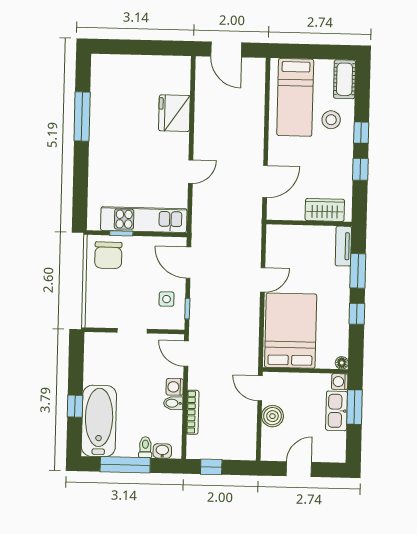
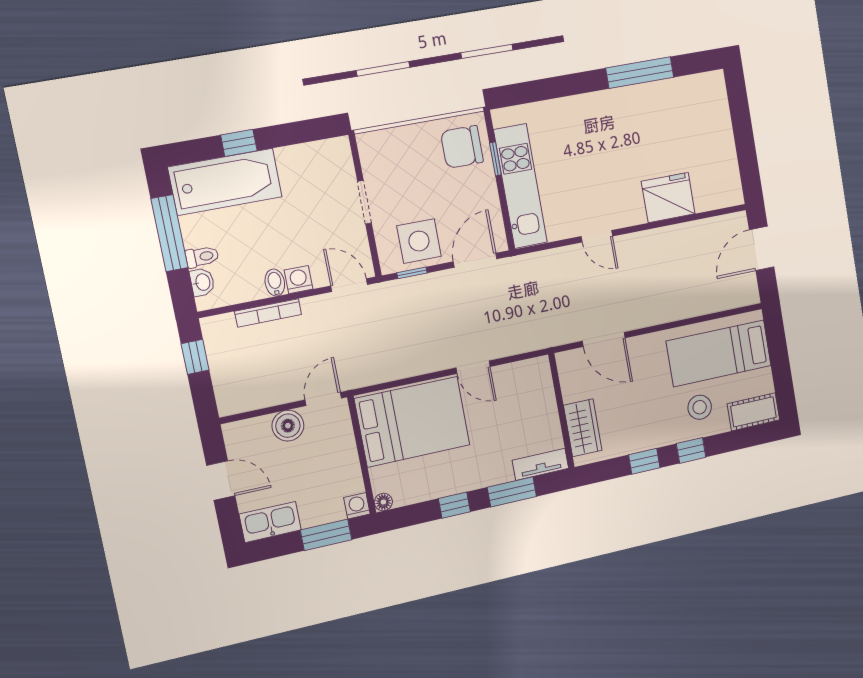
side table: (167, 299) -> (419, 241), width x1.87, depth x1.87
door: (186, 354) -> (349, 285), hinge flipped
kitchen sink: (337, 411) -> (270, 522), moved

